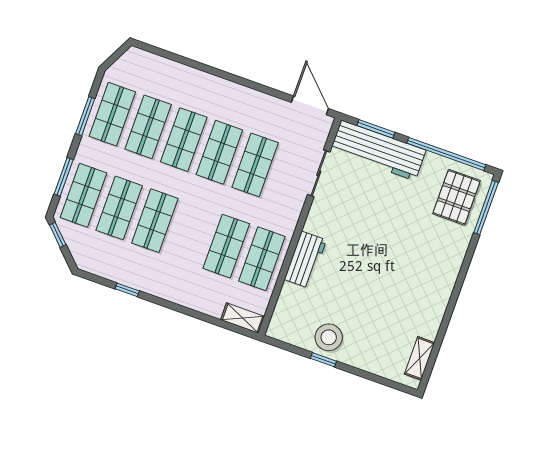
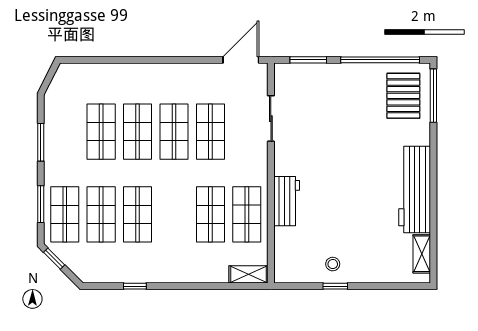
door: (310, 105) -> (241, 60), hinge flipped
shop shelf: (112, 114) -> (65, 132), removed
workbench: (378, 150) -> (415, 190), moved, turned 90
stool: (329, 337) -> (333, 264), width x0.53, depth x0.53

